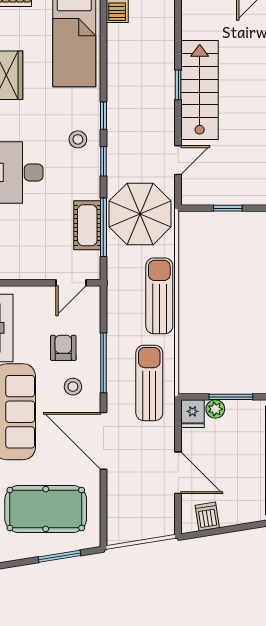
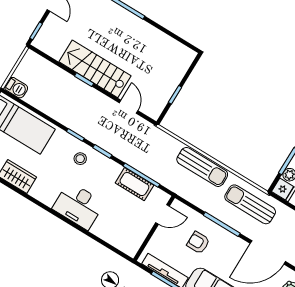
parasol: (140, 214) -> (147, 149), removed
door: (71, 283) -> (163, 214), hinge flipped
sun lounger: (159, 296) -> (202, 167), turned 180
stool: (73, 387) -> (225, 251), removed

